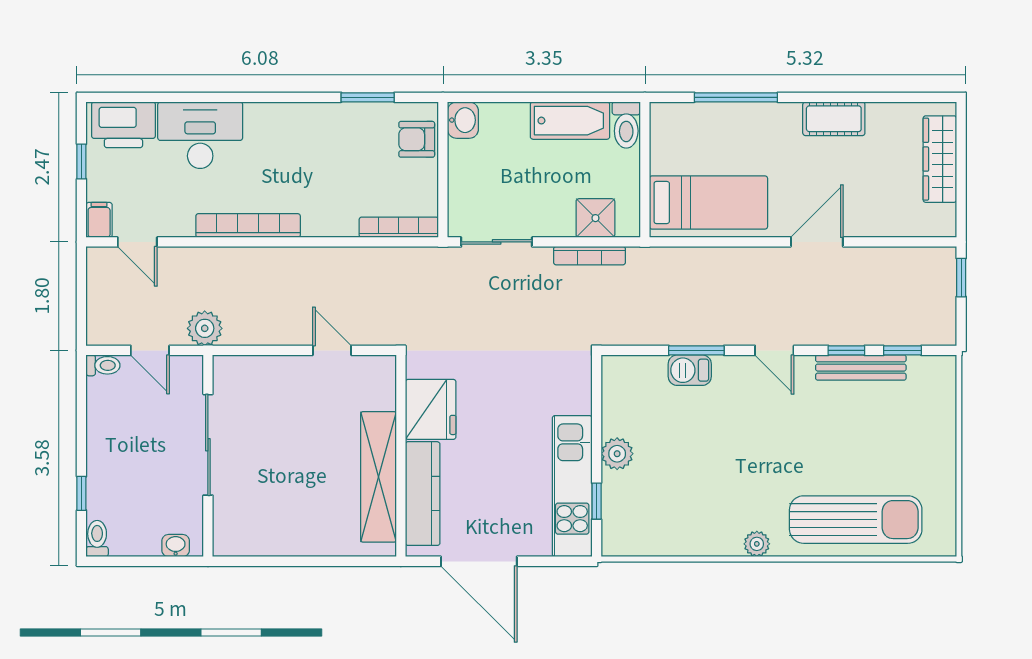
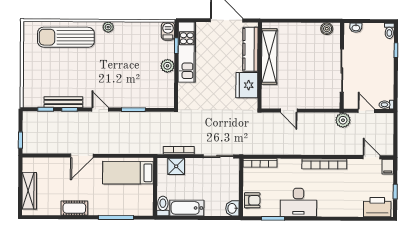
desk: (200, 135) -> (298, 202), moved
barbecue: (690, 370) -> (168, 31), moved, turned -90
boiler: (244, 543) -> (327, 29), added

